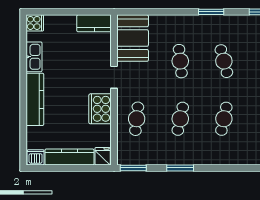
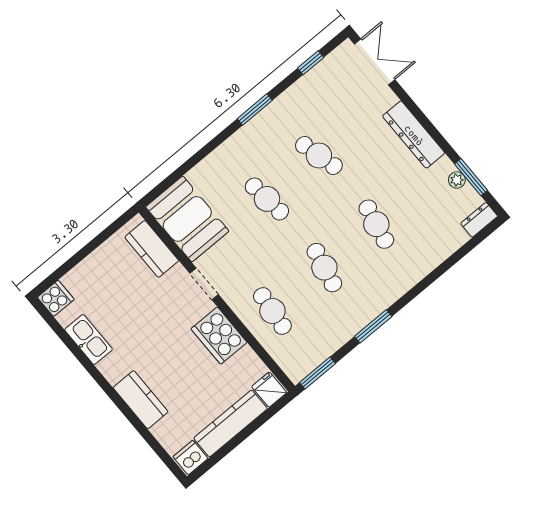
kitchen counter: (94, 23) -> (152, 249), moved, turned 90
kitchen counter: (35, 99) -> (141, 400), width x0.67

